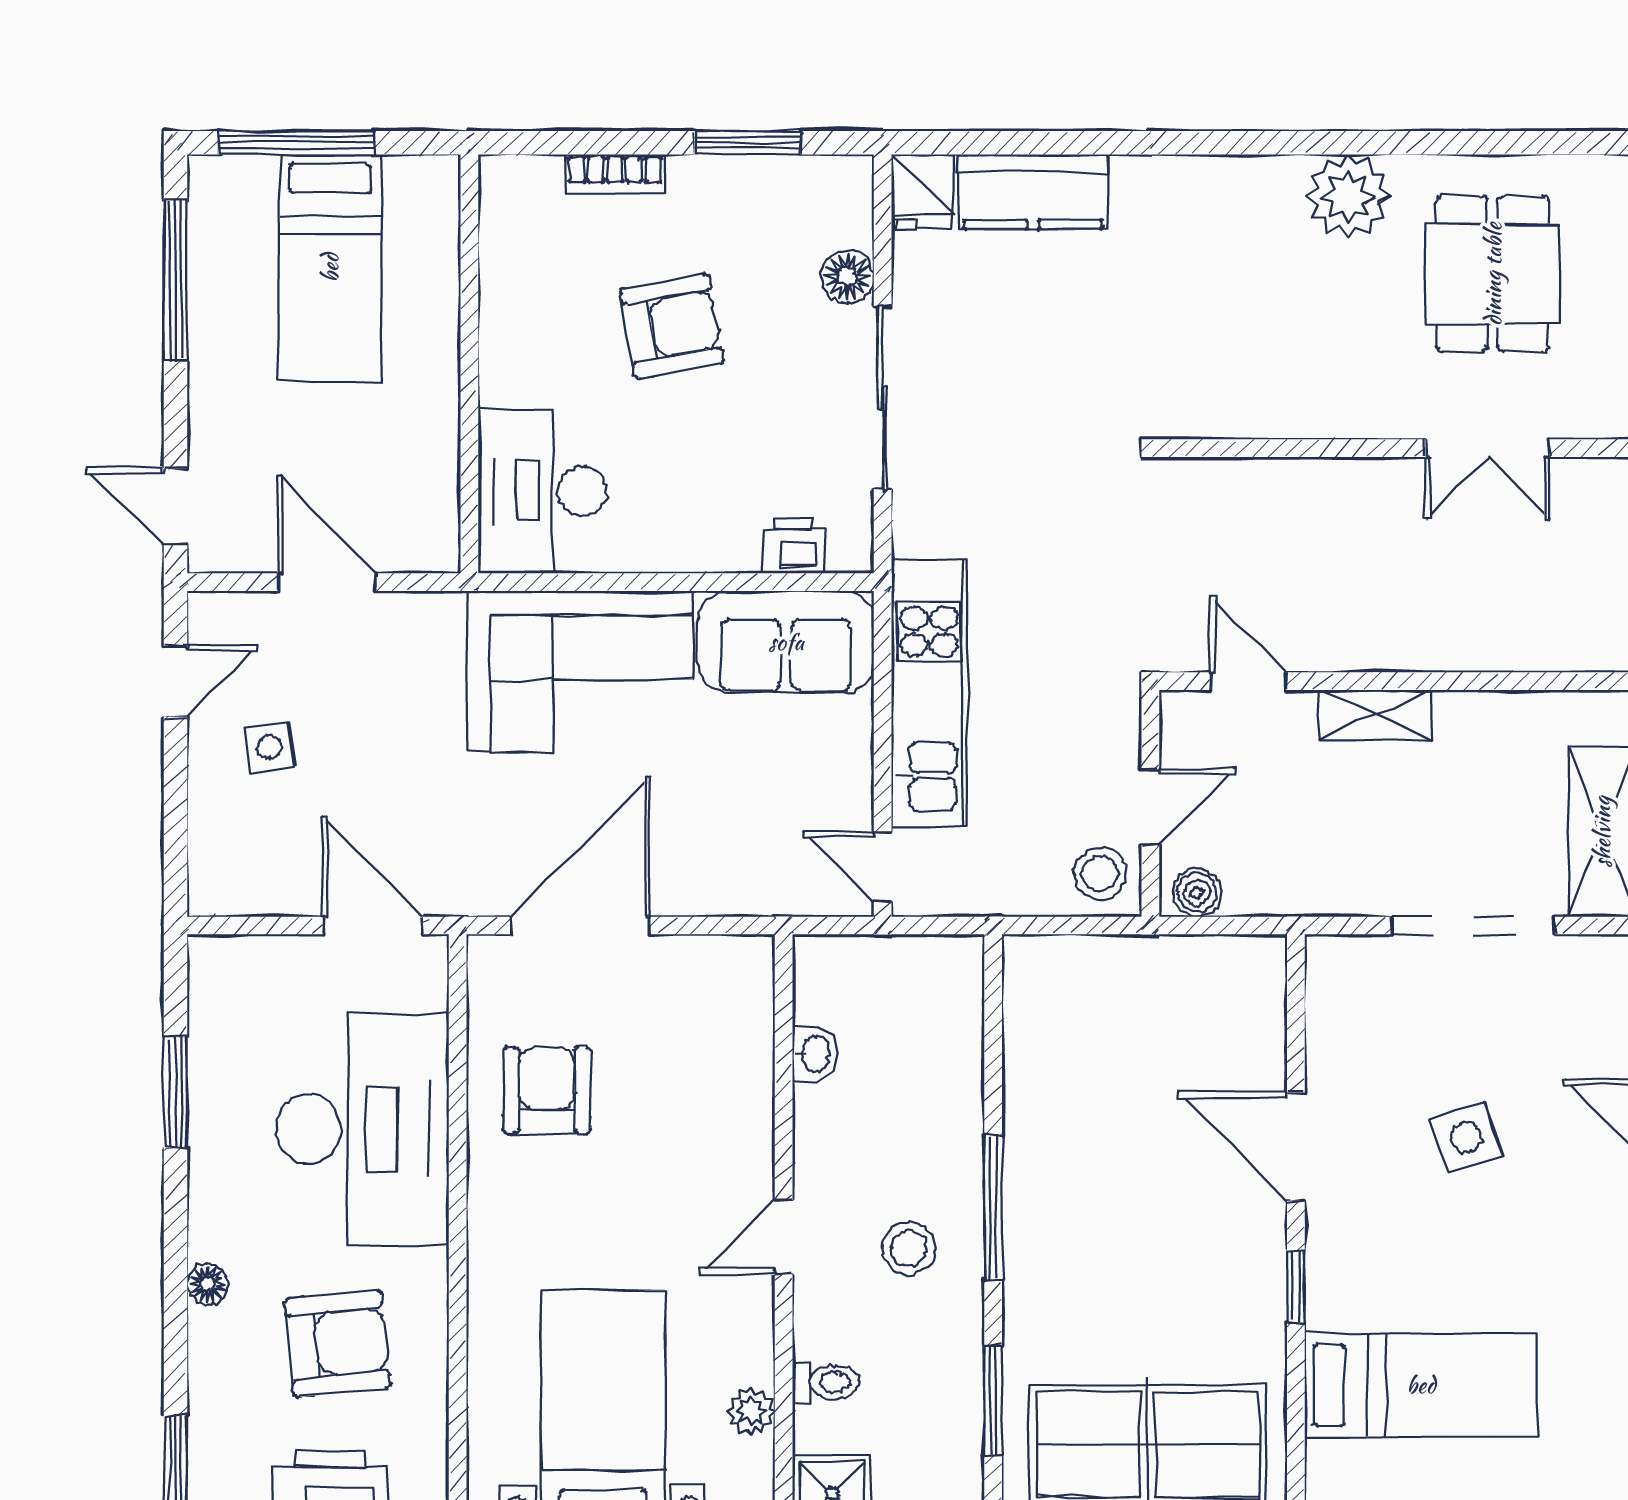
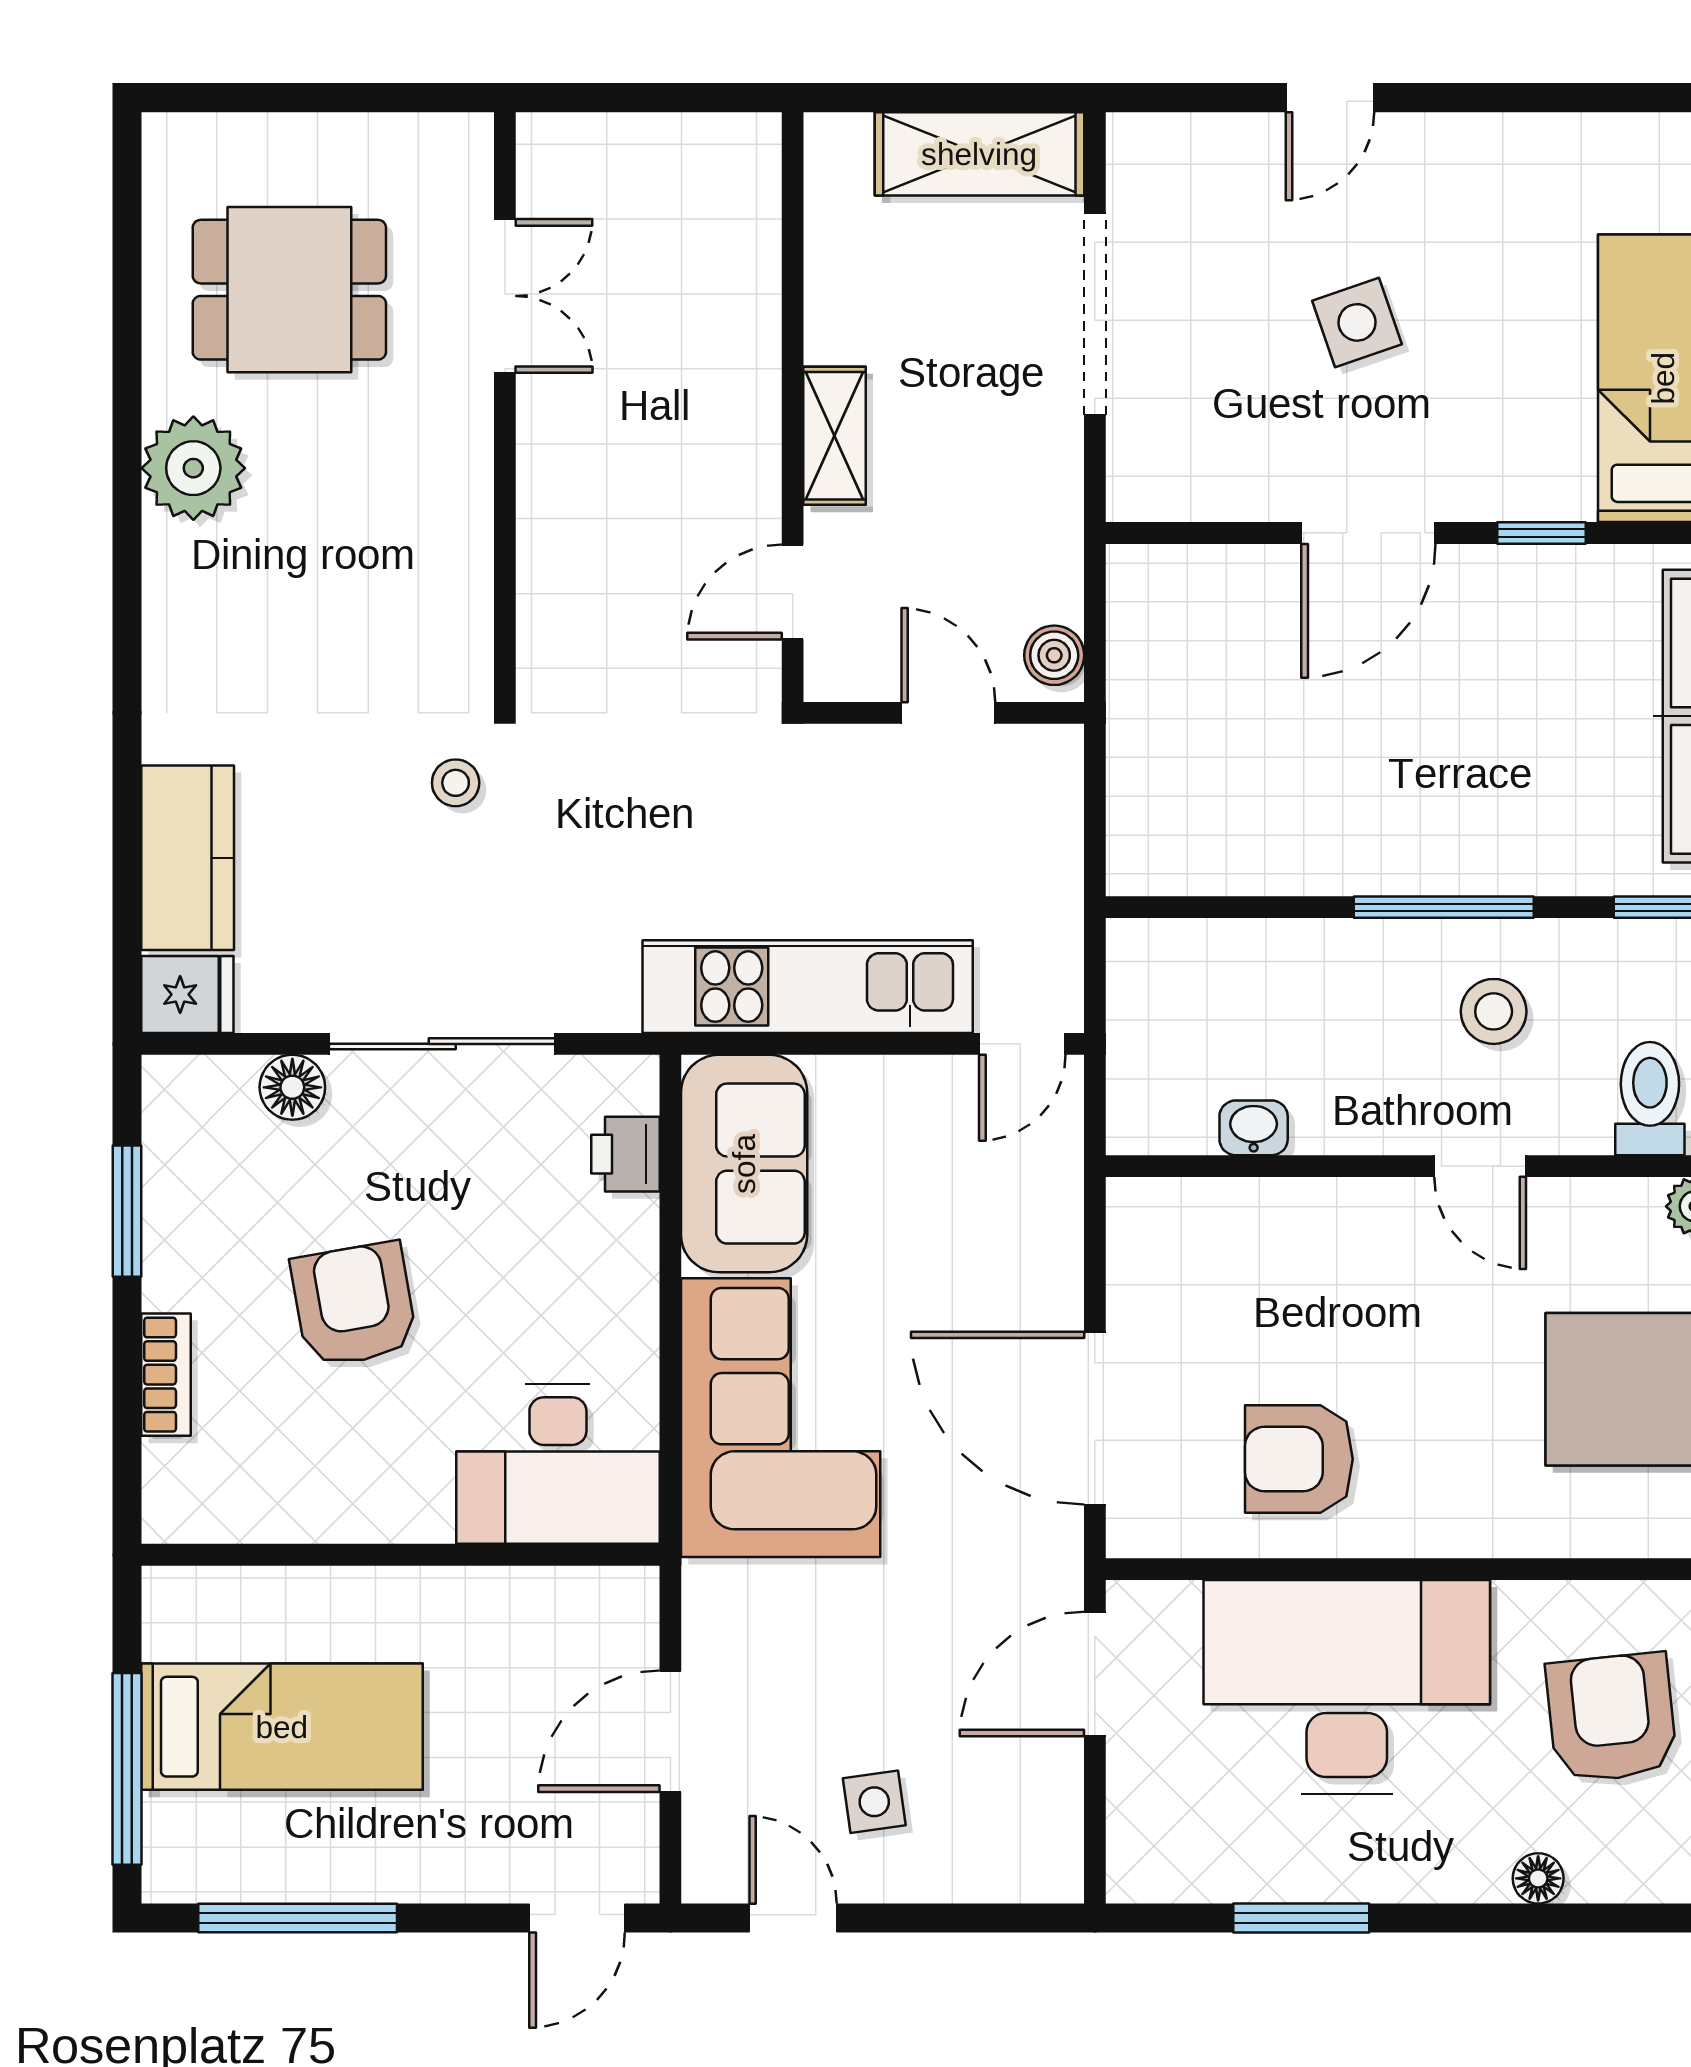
stool: (1100, 873) -> (456, 783), moved, width x0.73, depth x0.73
toilet: (826, 1382) -> (1650, 1099), width x1.37, depth x1.39

